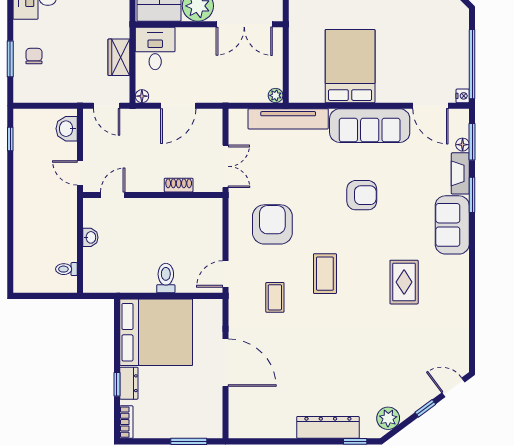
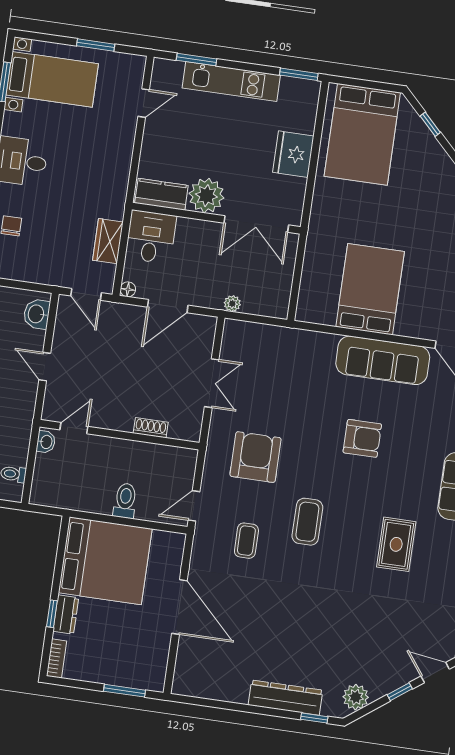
plant: (276, 95) -> (232, 304), moved
tv unit: (288, 119) -> (291, 339), removed
shoe rack: (179, 185) -> (151, 428), moved
door: (113, 195) -> (74, 428), moved
wall: (153, 195) -> (120, 435), moved

